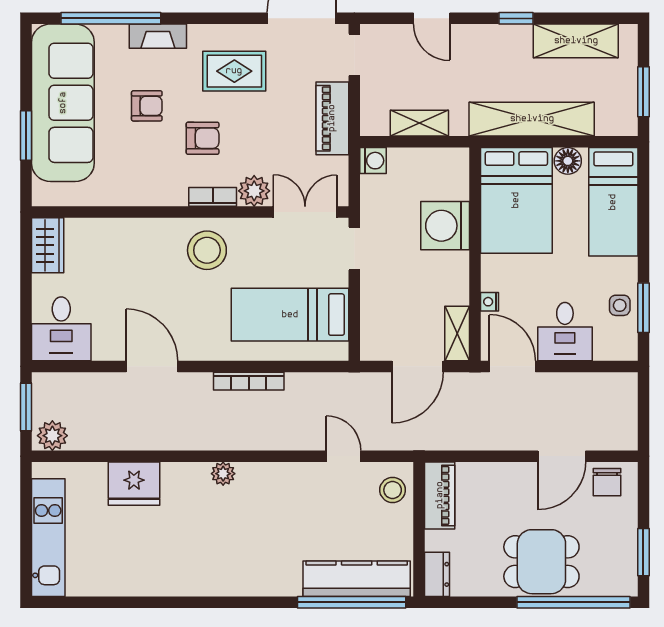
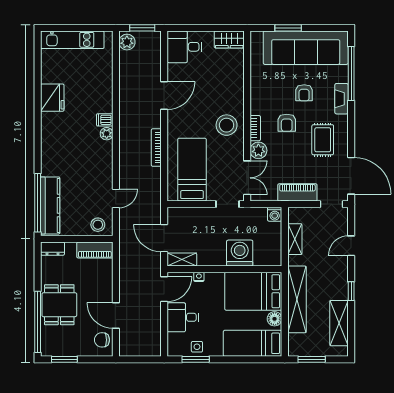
dishwasher: (197, 477) -> (105, 120), added
fridge: (134, 484) -> (52, 98), moved, turned 180

